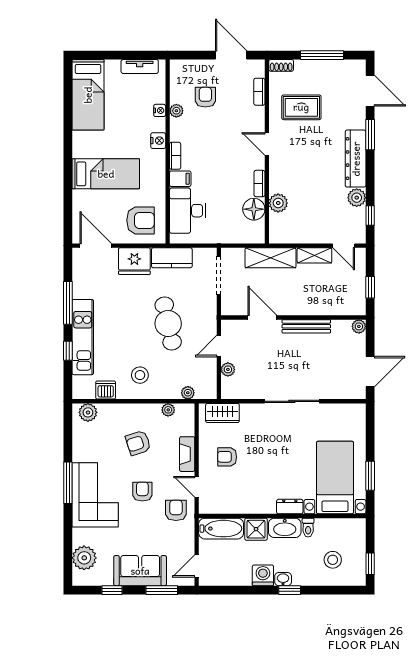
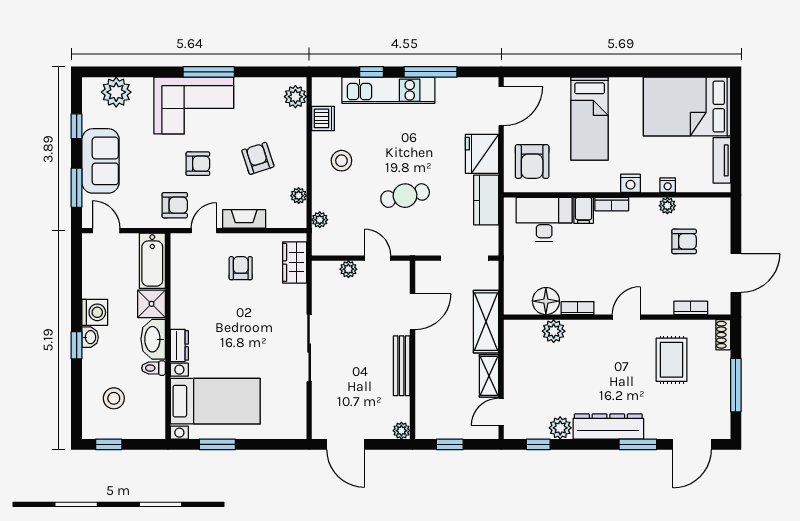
bed: (88, 95) -> (687, 107), width x1.50
cafe table: (168, 324) -> (405, 196), width x0.73, depth x0.74

